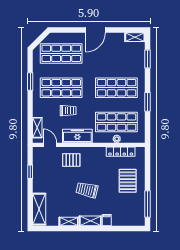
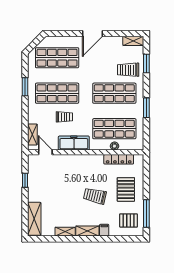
trolley: (130, 65) -> (128, 70), added
pallet: (71, 160) -> (129, 220), moved
trolley: (87, 190) -> (95, 196), moved

